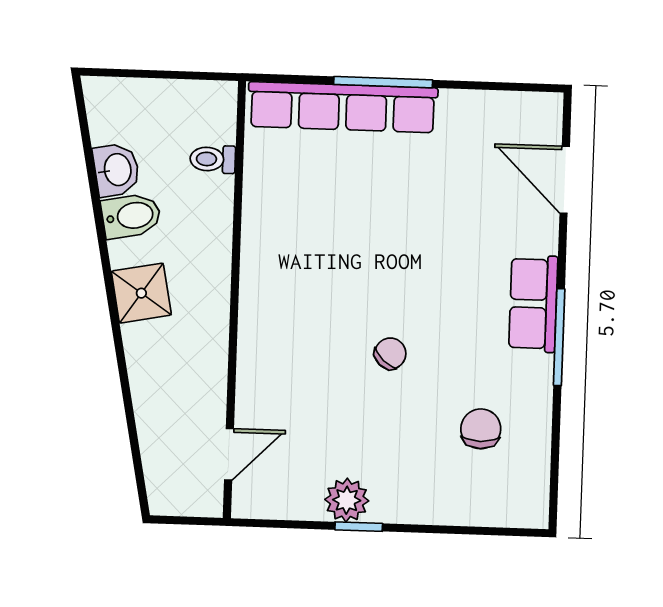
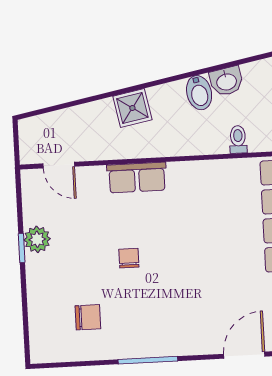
shower: (141, 293) -> (132, 108), moved
row of seats: (533, 304) -> (137, 178), moved, turned 180
chair: (390, 354) -> (129, 258), turned -133

